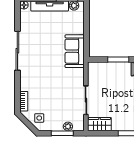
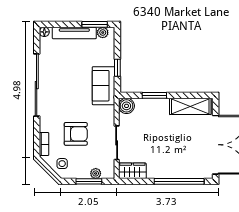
window: (87, 36) -> (117, 68), added
sliding door: (17, 51) -> (37, 85), width x1.36
boiler: (94, 68) -> (126, 106), added
armchair: (51, 93) -> (76, 134), added

